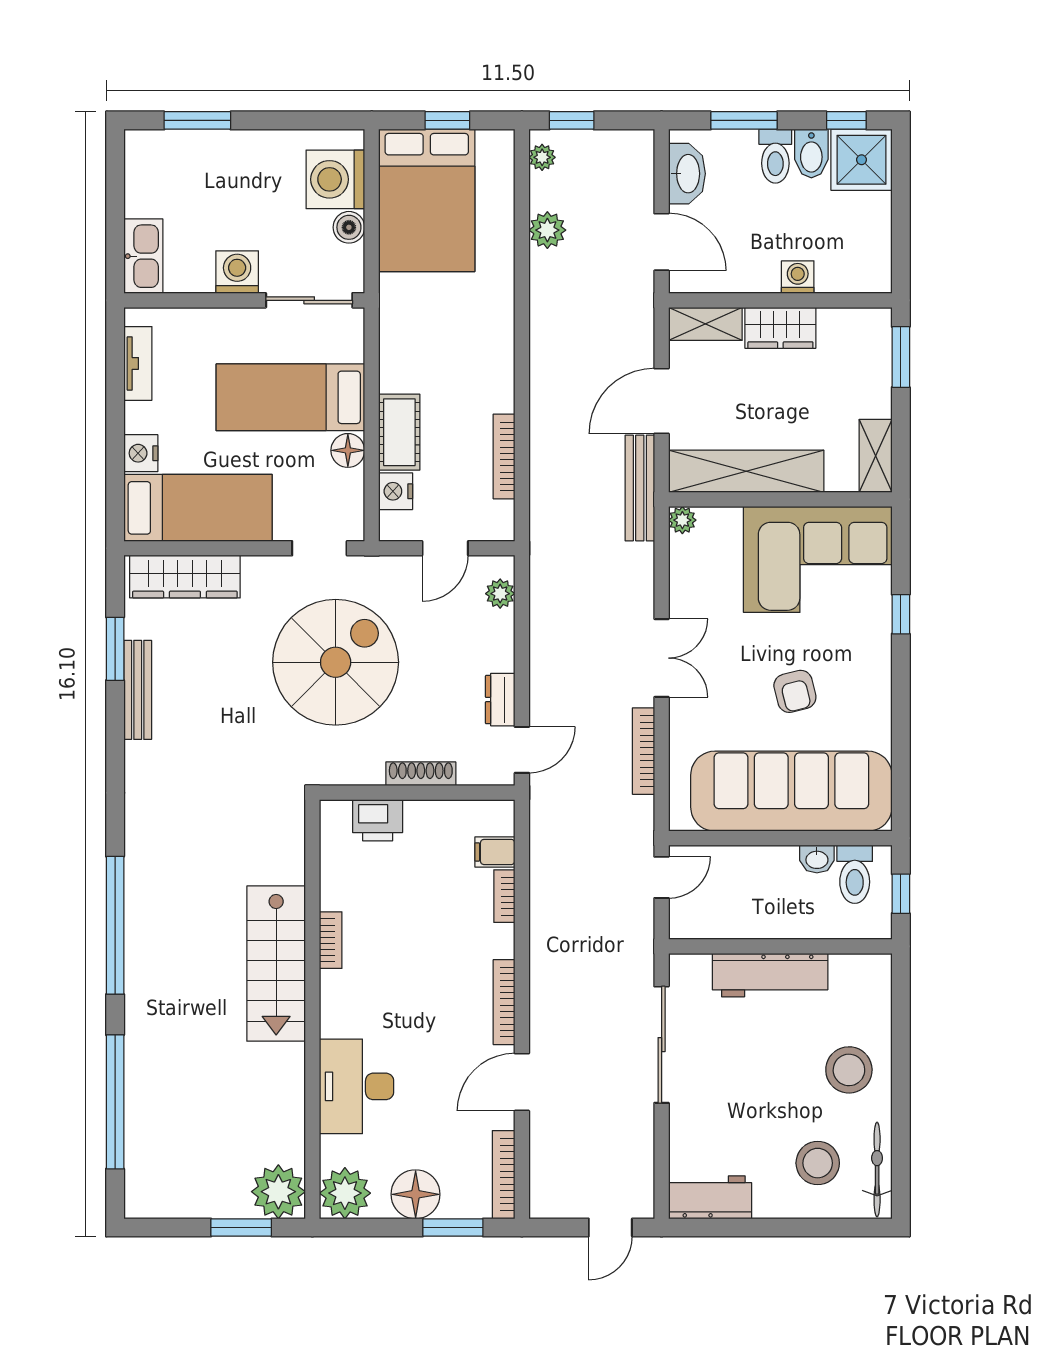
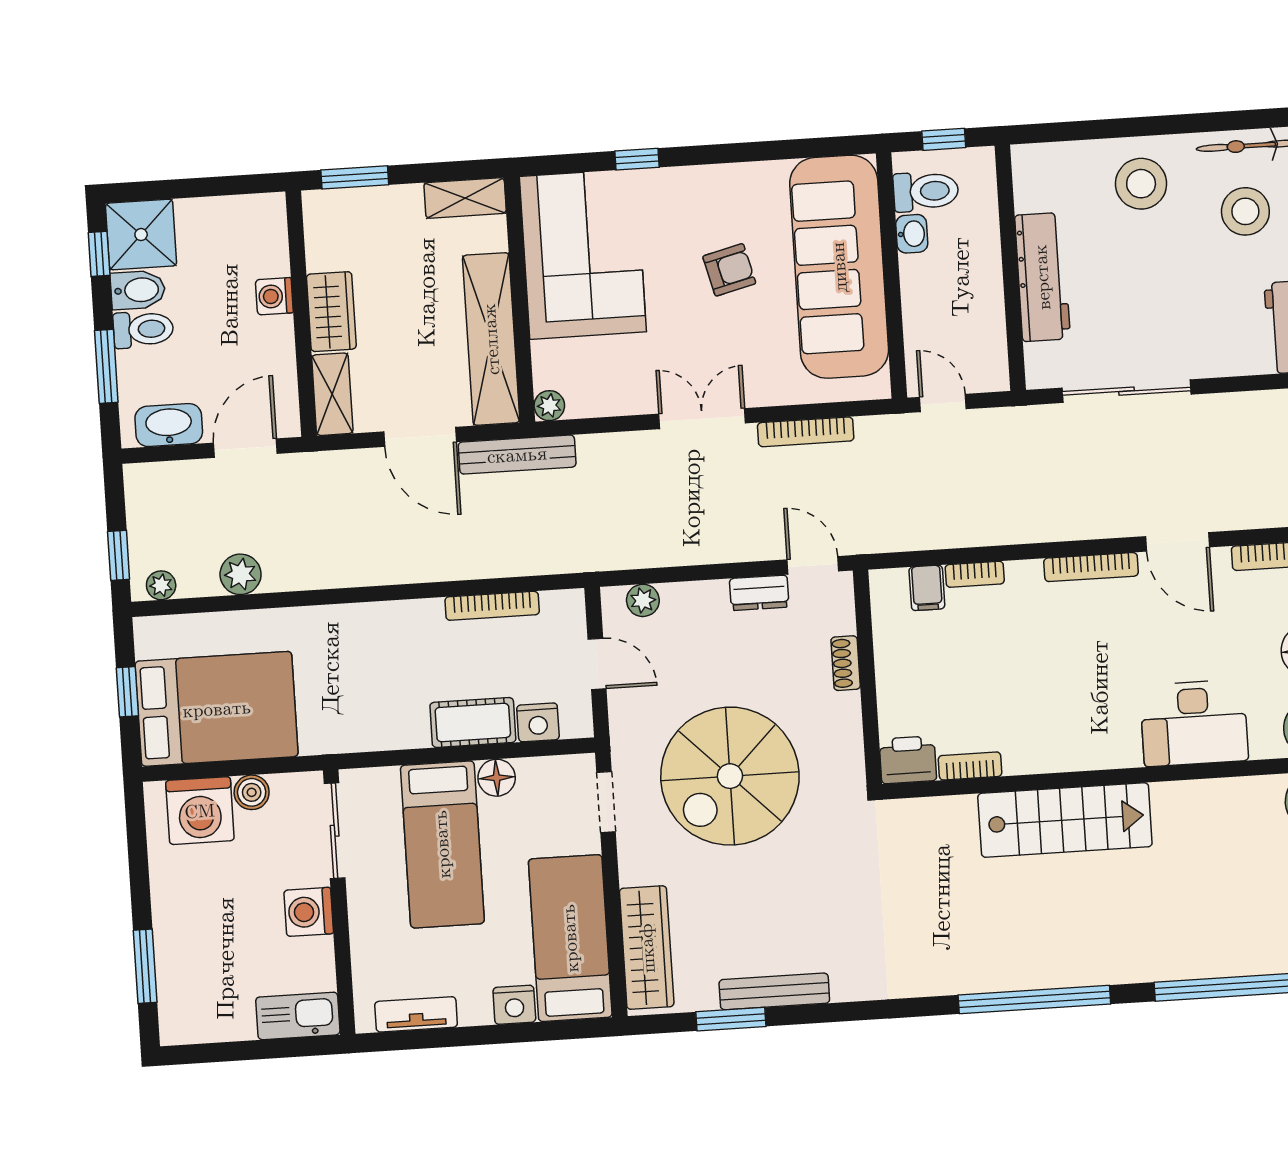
spiral stairs: (336, 662) -> (730, 776), turned -90
shoe rack: (421, 774) -> (846, 663), width x0.70
printer: (378, 820) -> (908, 760), moved, turned -90
bookcase: (331, 940) -> (970, 766), moved

